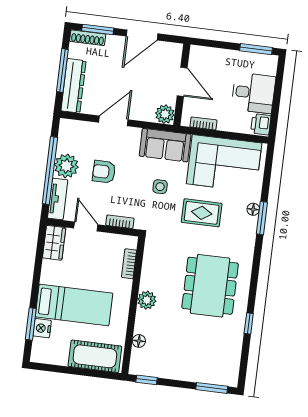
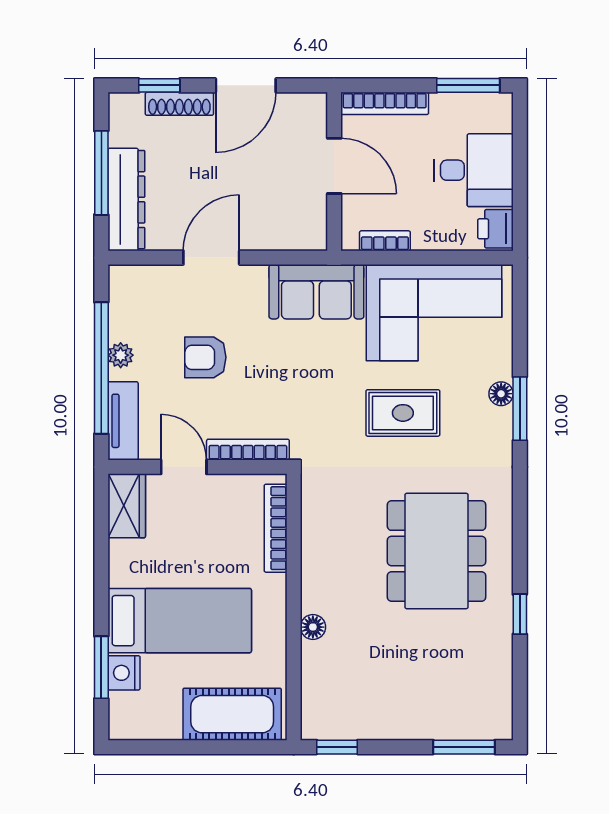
window: (98, 29) -> (159, 85), width x0.67
shoe rack: (88, 38) -> (179, 104), moved
bookcase: (212, 53) -> (385, 103), added
plant: (165, 114) -> (309, 232), removed
plant: (66, 166) -> (121, 355), width x0.53, depth x0.53
side table: (160, 187) -> (317, 373), removed
bookcase: (120, 222) -> (248, 450), width x1.56
bookcase: (129, 264) -> (276, 528), width x1.56
plant: (147, 300) -> (318, 594), removed
floor lamp: (139, 341) -> (313, 627), moved

